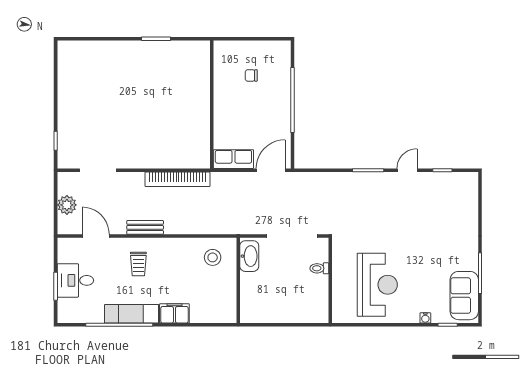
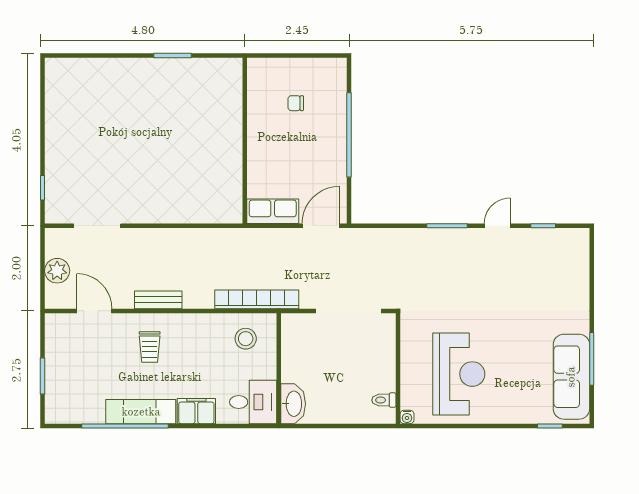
bookcase: (178, 179) -> (257, 299), moved, turned 180
washbasin: (249, 256) -> (293, 404), moved
toilet: (319, 268) -> (384, 400), moved
desk: (75, 280) -> (253, 402), moved, turned 180
sofa: (464, 296) -> (571, 377), width x1.36
water cooler: (425, 318) -> (407, 417), moved

